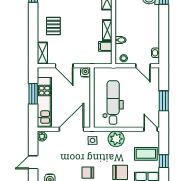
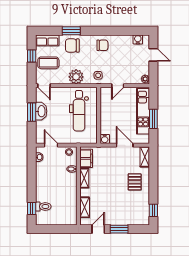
filing cabinet: (105, 46) -> (86, 158), width x2.00
washbasin: (154, 102) -> (41, 111), added
door: (72, 129) -> (118, 86), width x0.53
door: (33, 162) -> (153, 55), hinge flipped

